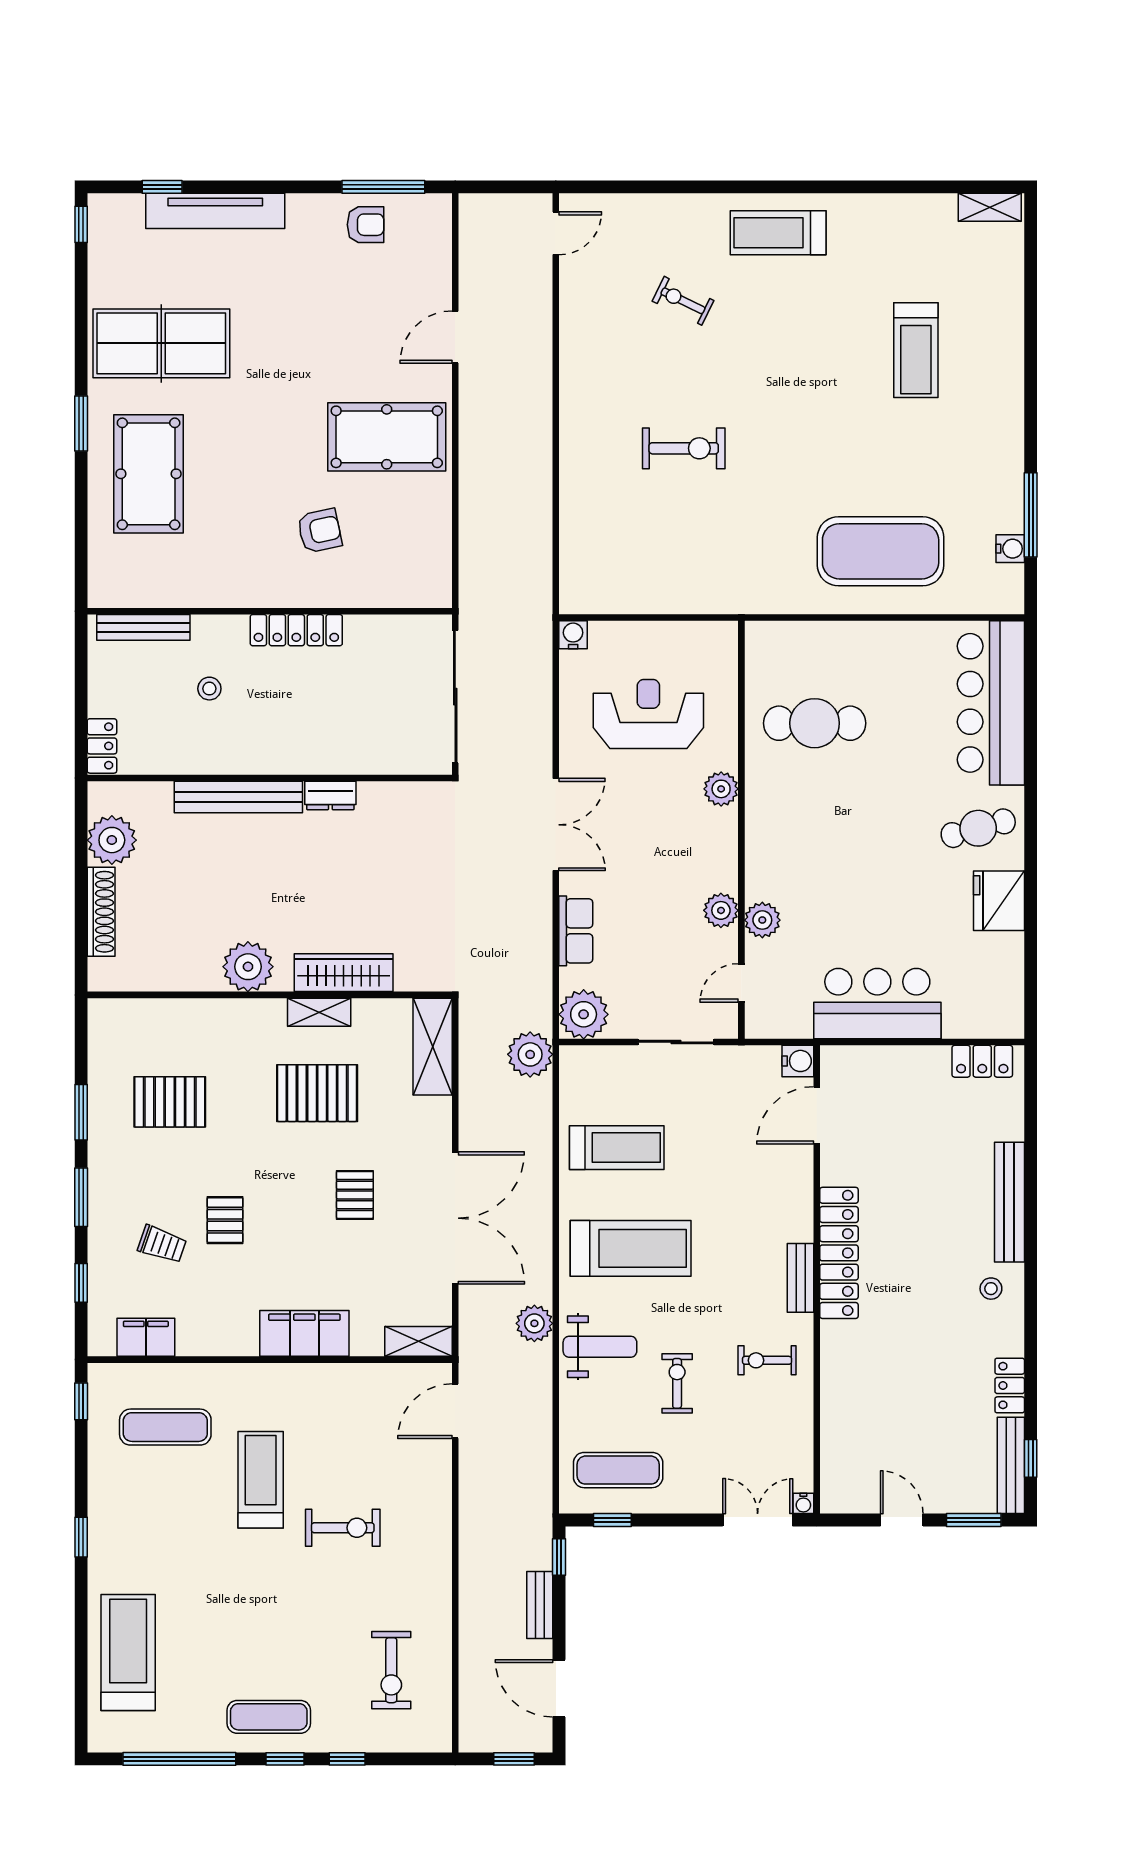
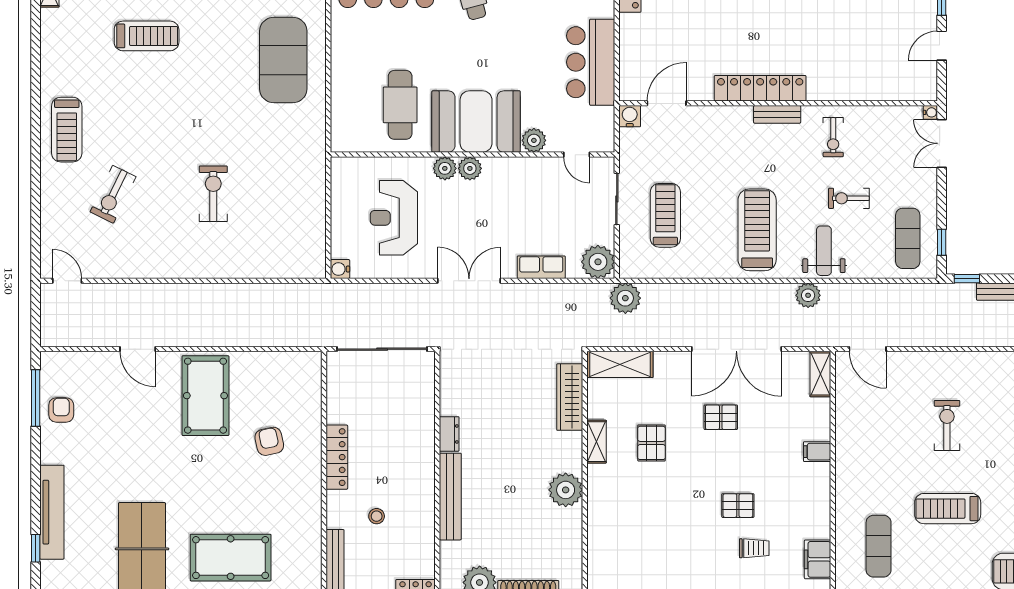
exercise bike: (683, 301) -> (113, 194), width x1.38, depth x1.39
booth: (790, 835) -> (476, 122), added
plant: (721, 910) -> (470, 168), moved
wardrobe: (344, 973) -> (570, 397), moved
pallet: (317, 1093) -> (652, 443), width x0.67, depth x0.71
pallet: (170, 1102) -> (657, 543), removed
door: (817, 1115) -> (667, 103), swing flipped
treadmill: (617, 1148) -> (665, 215), moved
double door: (455, 1218) -> (736, 349), swing flipped
trolley: (162, 1244) -> (754, 548), turned 71
filing cabinet: (304, 1333) -> (817, 452), width x0.33, depth x0.86
treadmill: (261, 1480) -> (948, 509), moved

